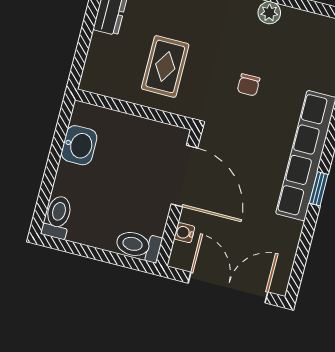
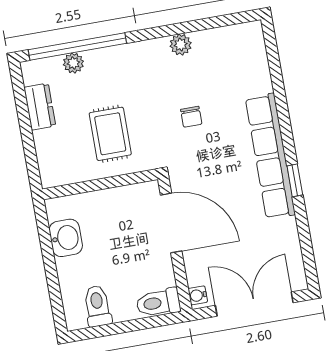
toilet: (58, 217) -> (97, 306), moved
water cooler: (184, 233) -> (198, 295), moved

